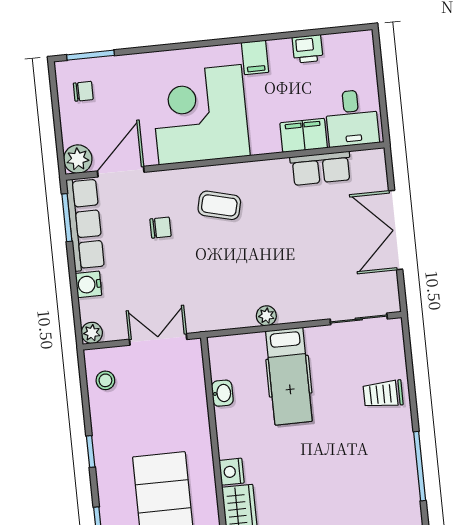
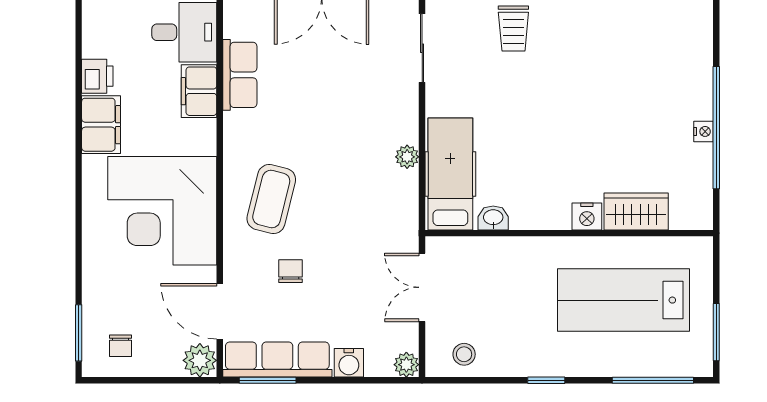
filing cabinet: (255, 57) -> (101, 125), width x2.00
chair: (83, 91) -> (120, 346), turned 180
coffee table: (219, 205) -> (271, 199), width x1.36, depth x1.30
hospital bed: (289, 376) -> (450, 174), moved, turned -90

